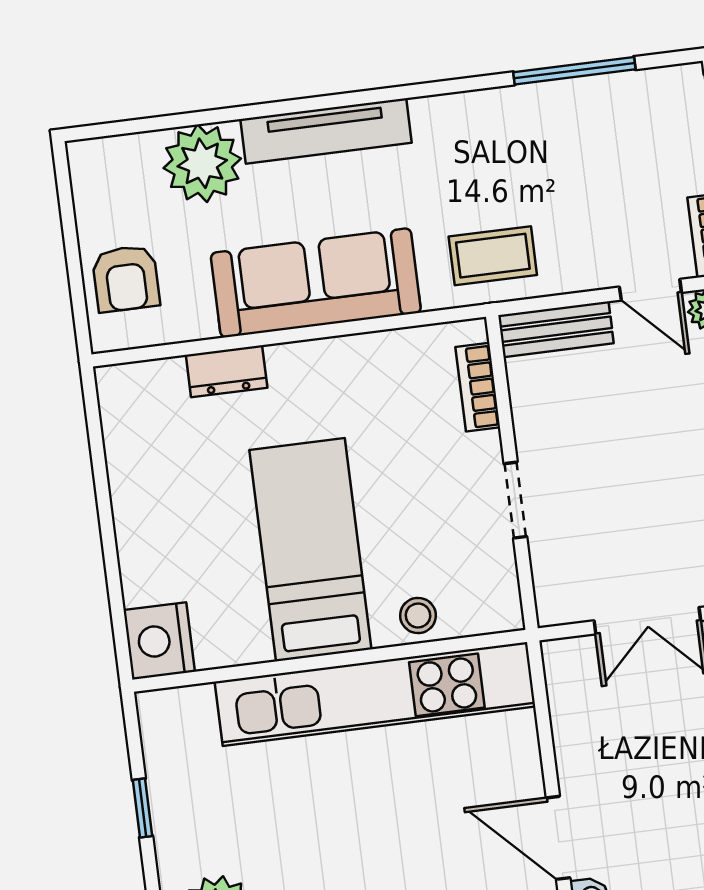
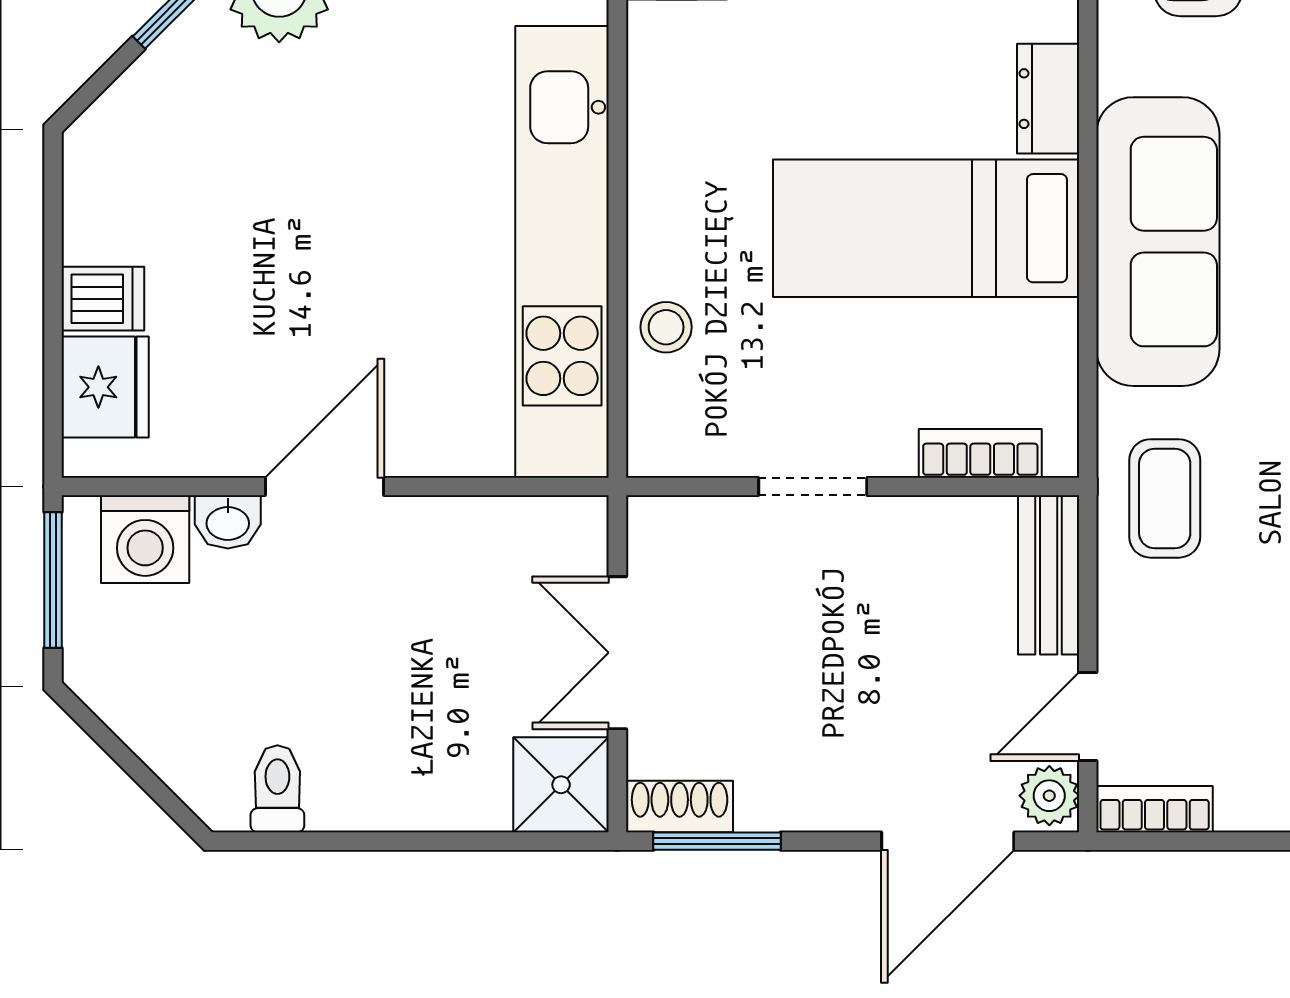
bed: (310, 550) -> (926, 228), moved, turned 180

